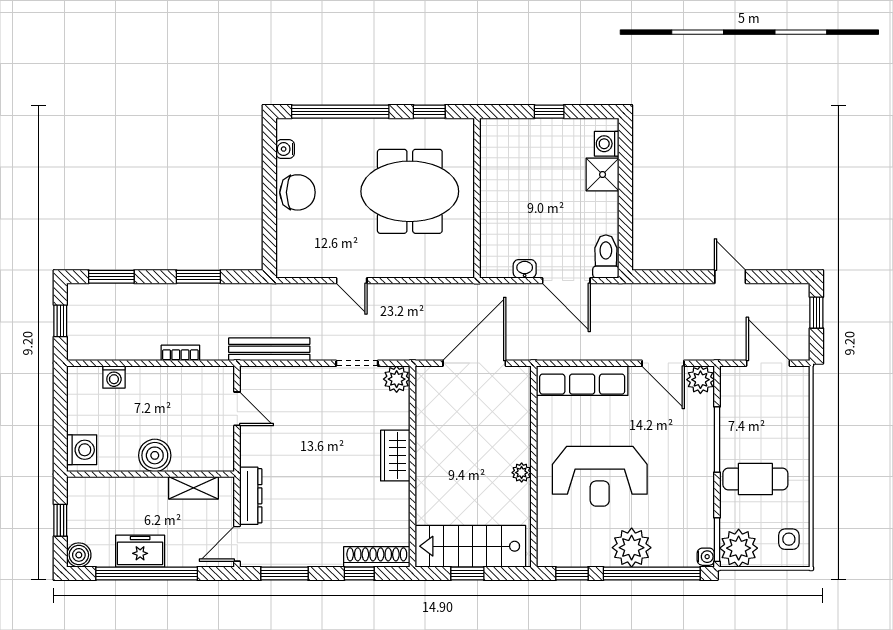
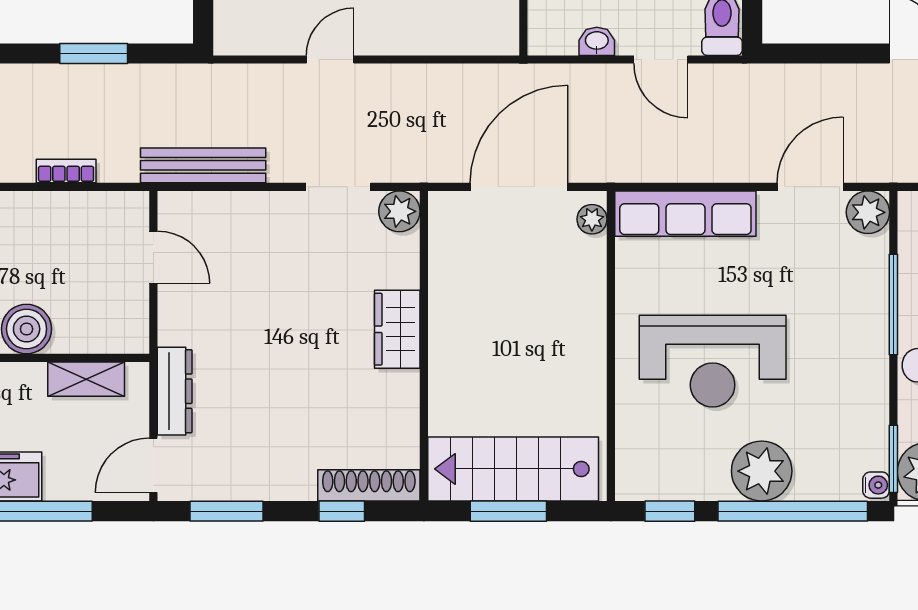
door: (352, 281) -> (330, 60), swing flipped
door: (566, 281) -> (661, 60), width x0.73
door: (663, 363) -> (810, 187), swing flipped
plant: (522, 473) -> (592, 219), moved
window: (467, 574) -> (508, 511), width x1.50

